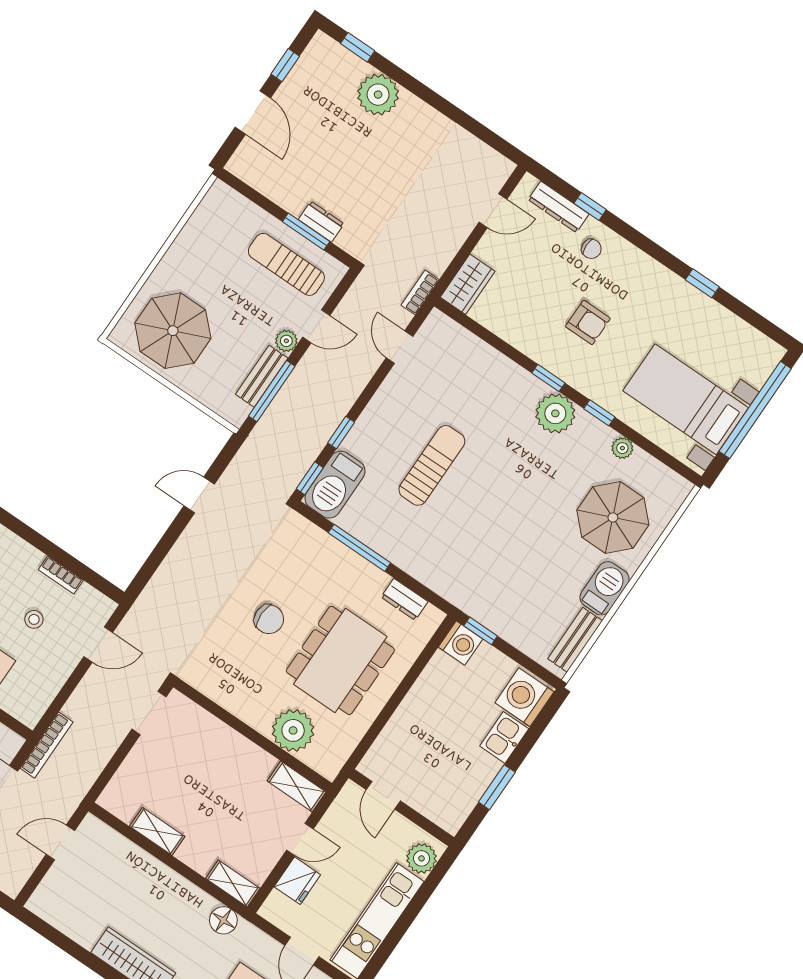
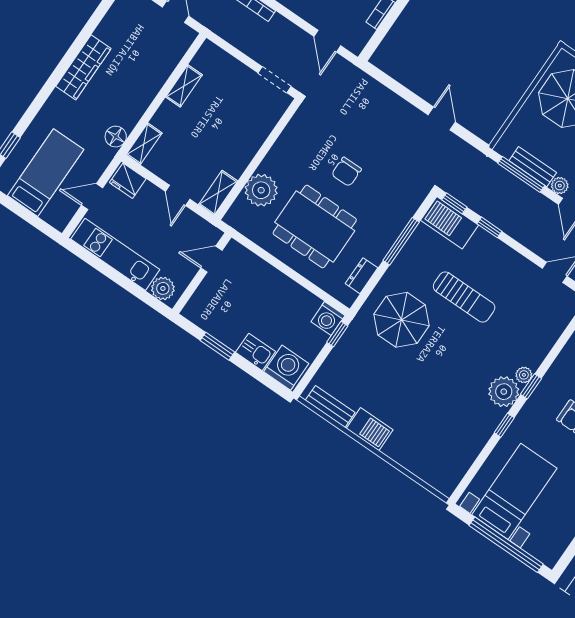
plant: (622, 448) -> (524, 375), moved
parasol: (613, 517) -> (402, 320), moved
fridge: (297, 881) -> (128, 181), moved

